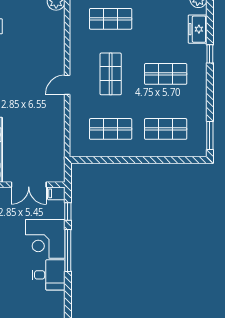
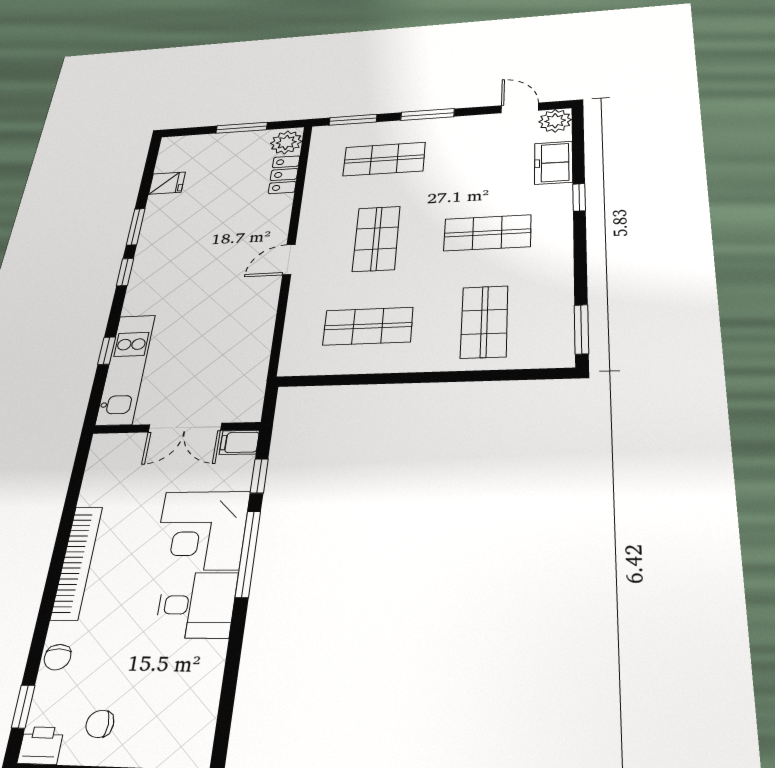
locker: (58, 26) -> (284, 175), added
shop shelf: (166, 129) -> (484, 322), turned 90

